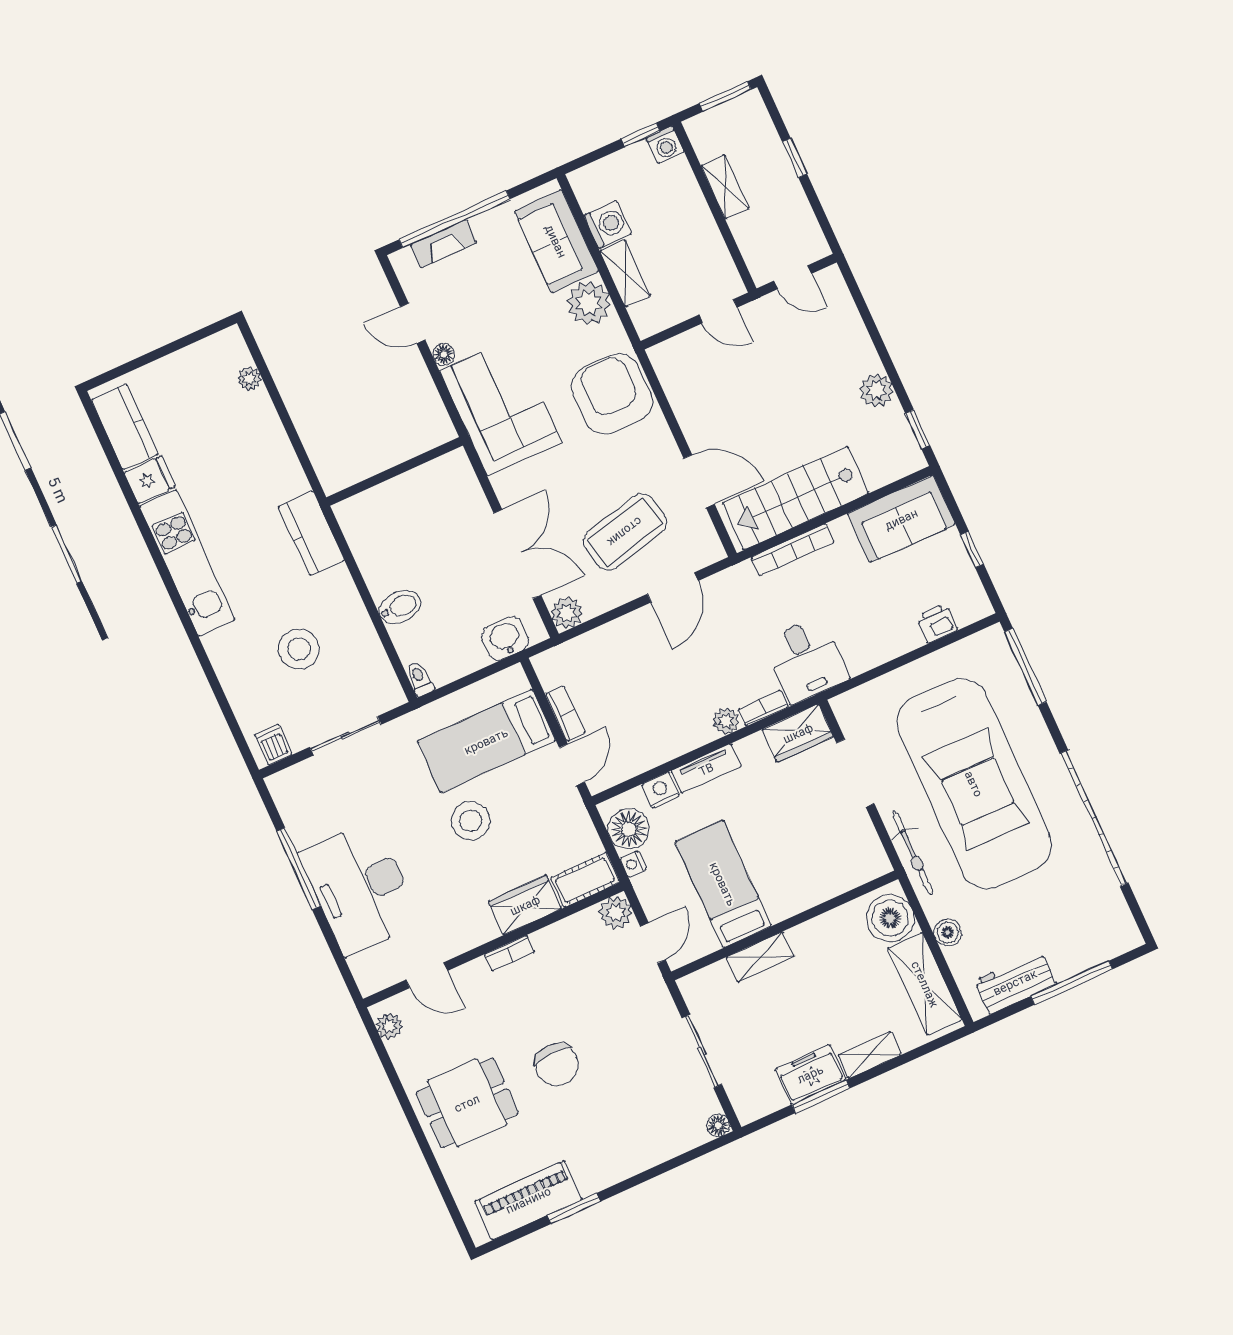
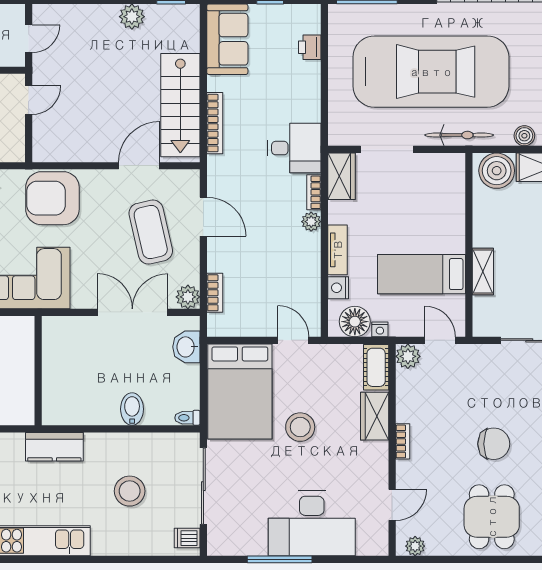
bookcase: (565, 713) -> (215, 293), moved, turned 90
sliding door: (346, 736) -> (203, 486), width x1.37
bed: (486, 741) -> (240, 391), width x1.50

